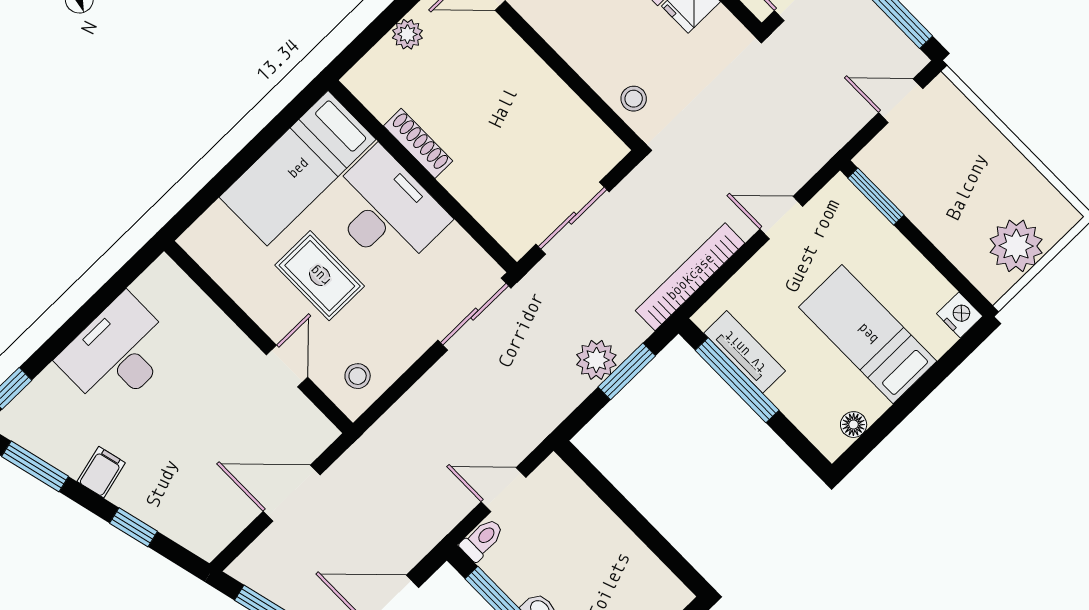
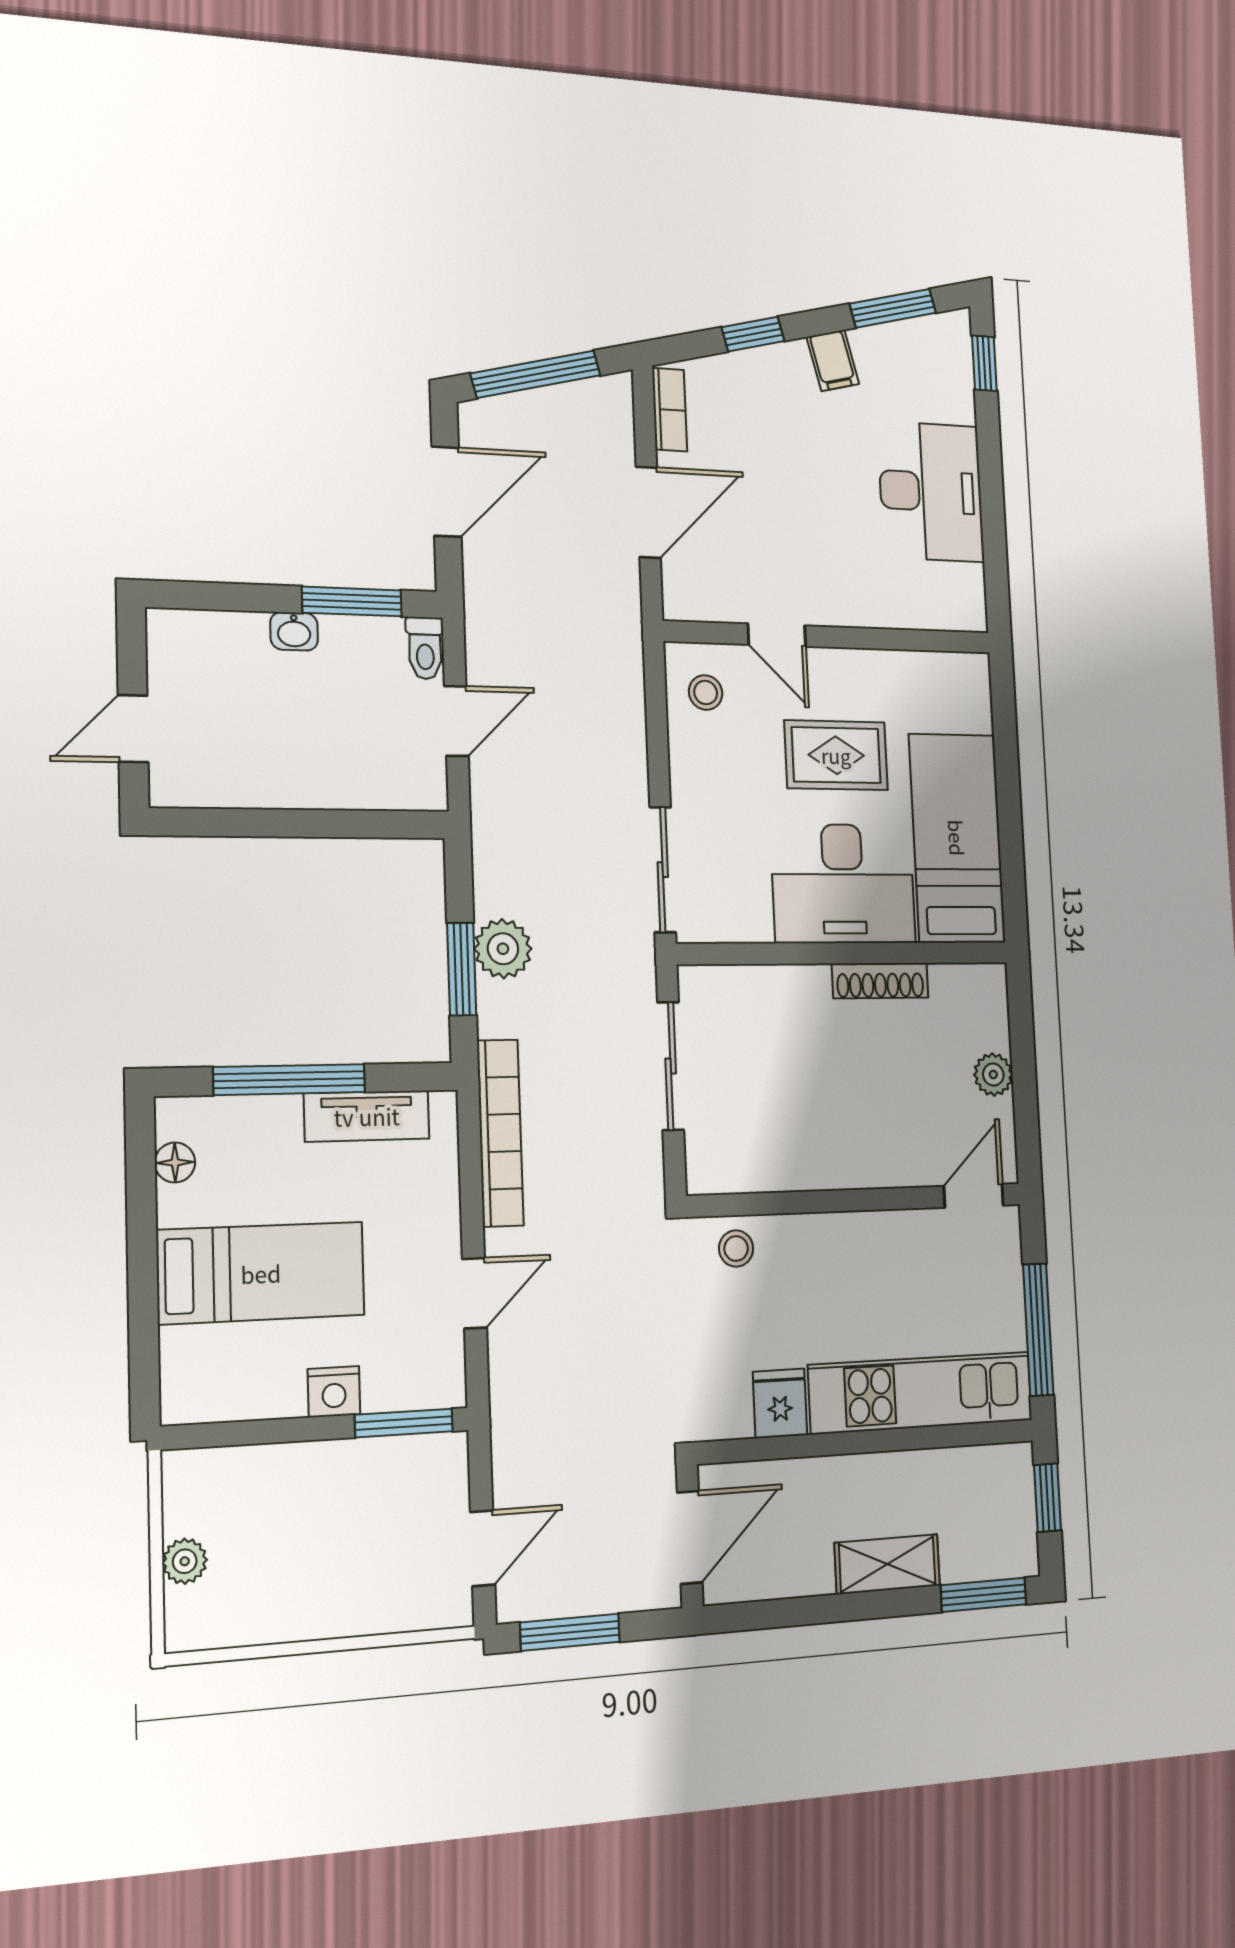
plant: (1016, 246) -> (185, 1561), width x0.53, depth x0.53
nightstand: (960, 315) -> (334, 1392), moved
window: (737, 380) -> (290, 1080), moved
bookcase: (224, 533) -> (670, 410), added

